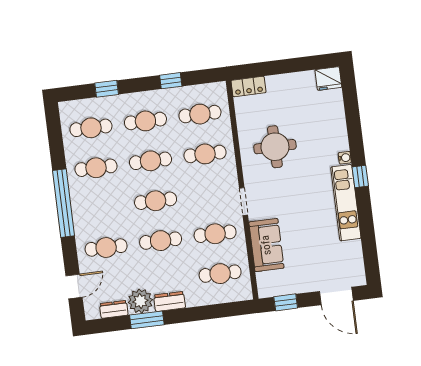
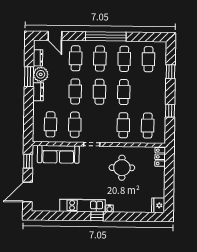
cafe table: (145, 121) -> (100, 59), moved
sofa: (266, 245) -> (58, 154), width x1.36

